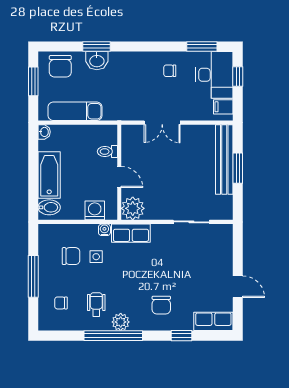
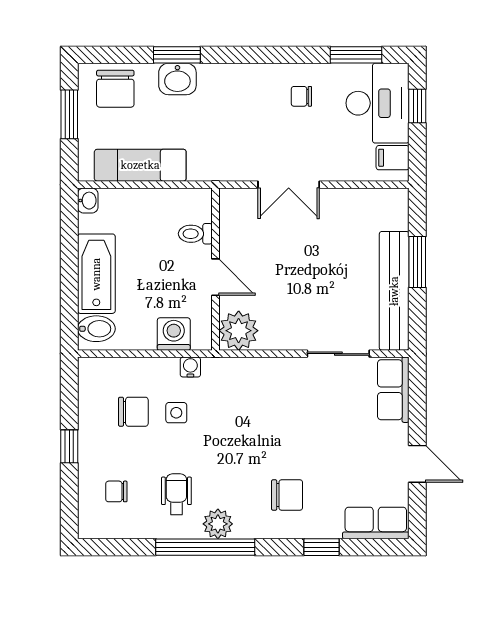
bench: (224, 160) -> (394, 291), moved
row of seats: (131, 233) -> (393, 390), moved, turned 90
window: (33, 276) -> (69, 446), width x0.46
chair: (161, 305) -> (287, 495), turned -90

